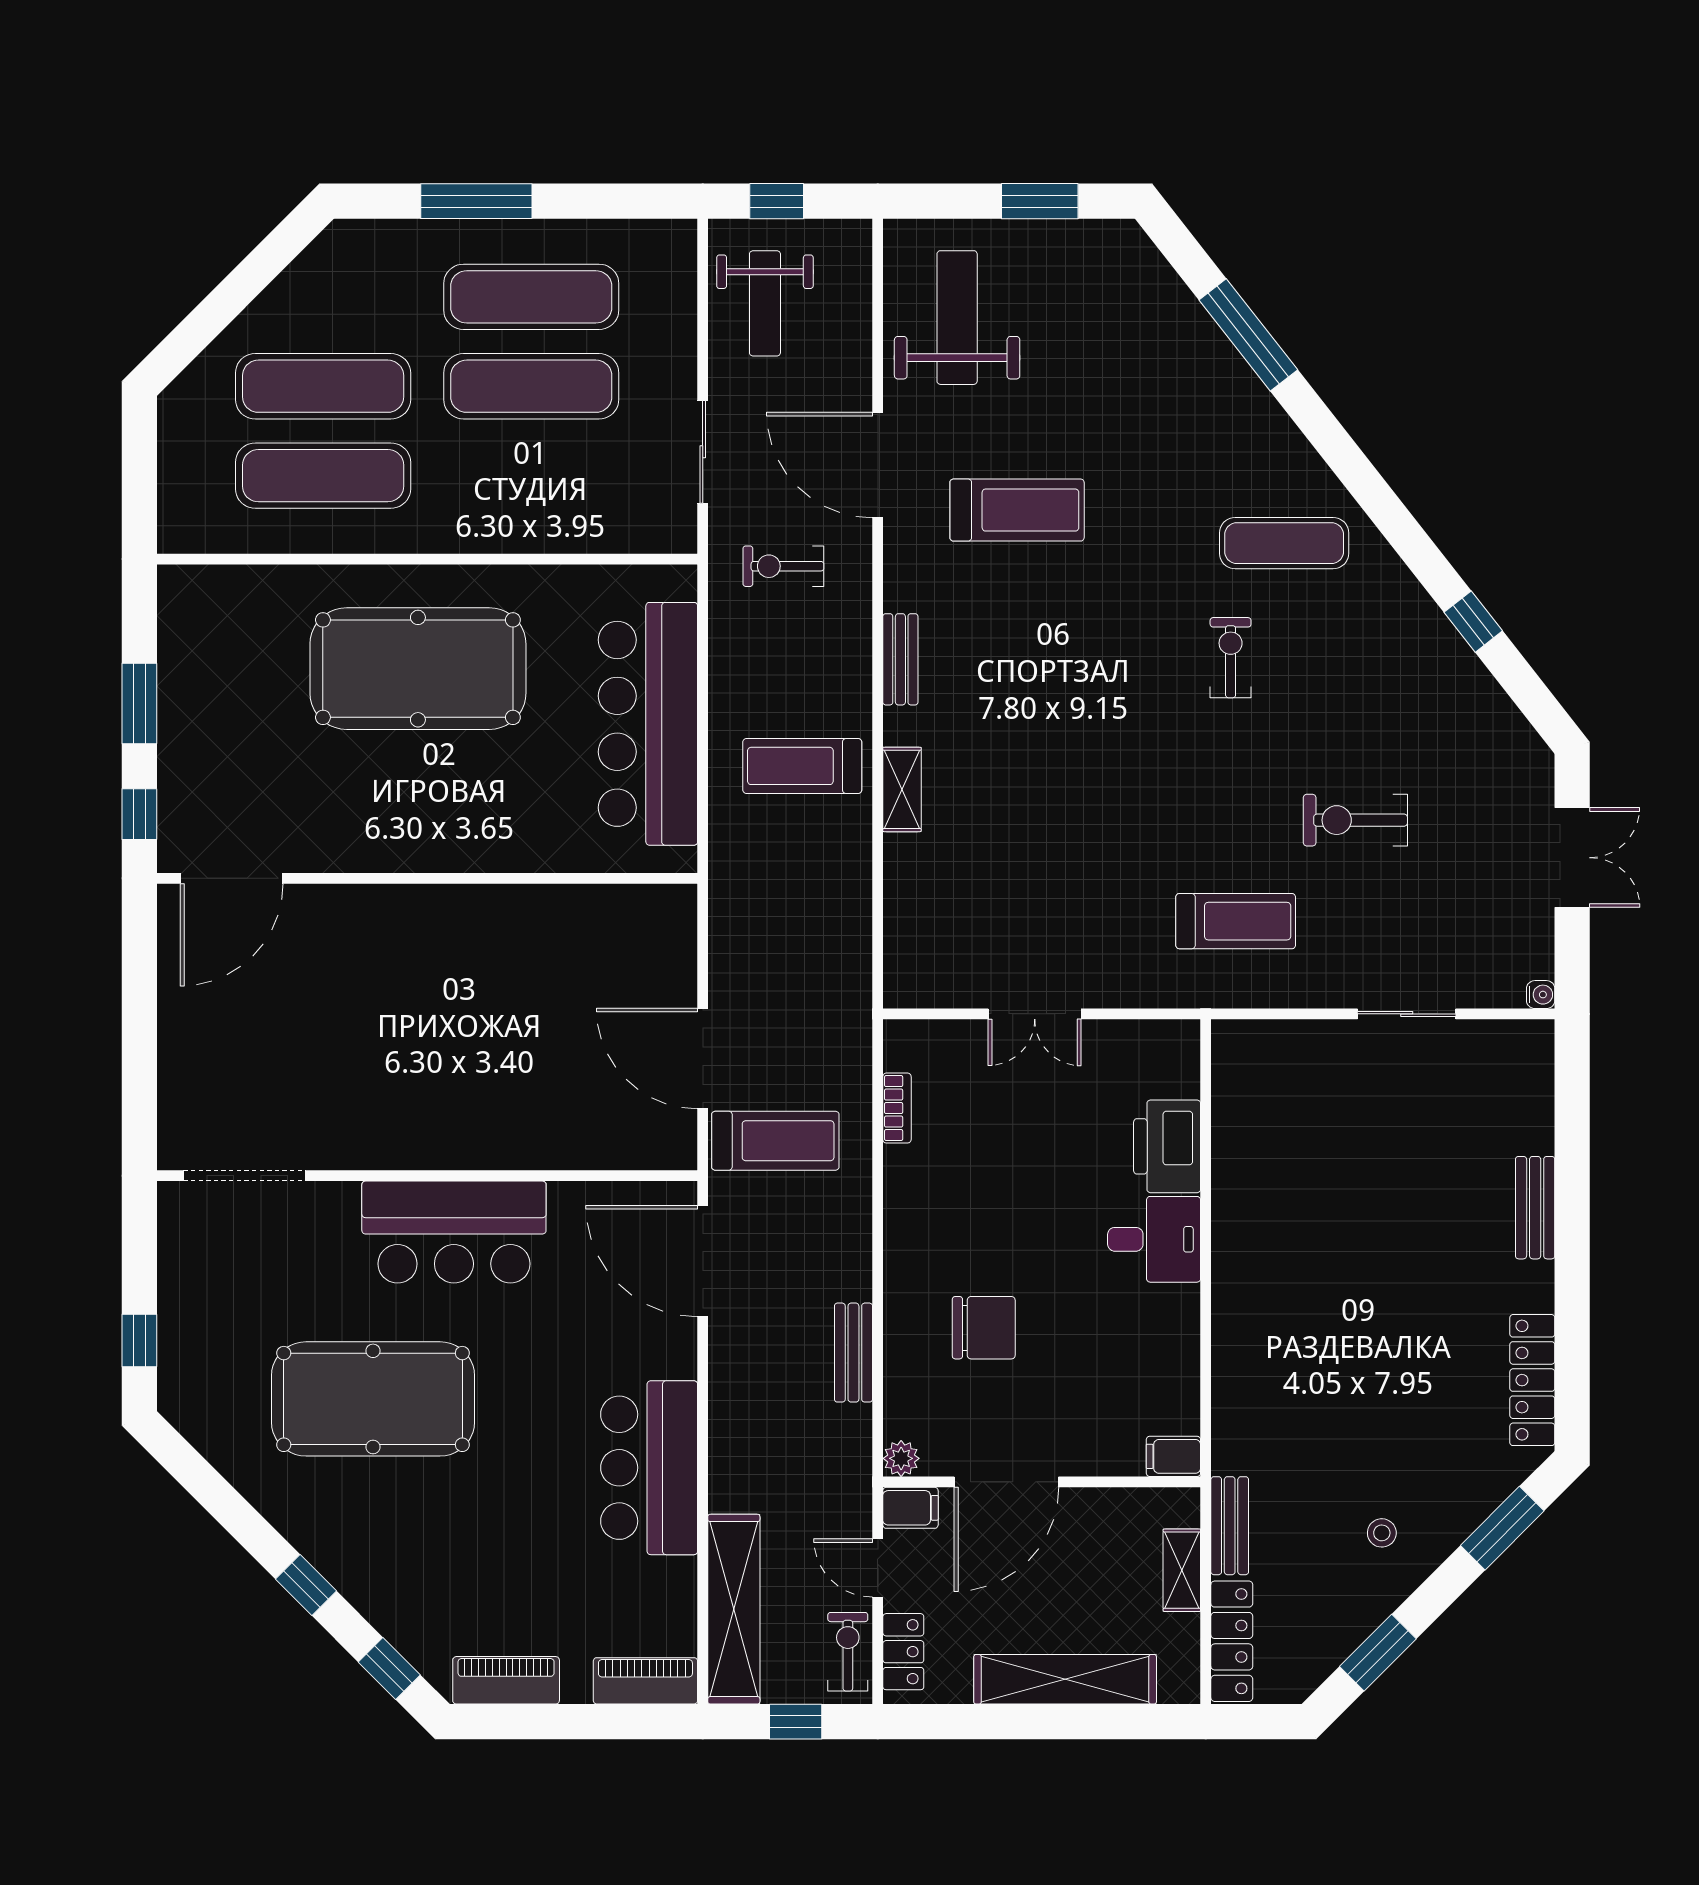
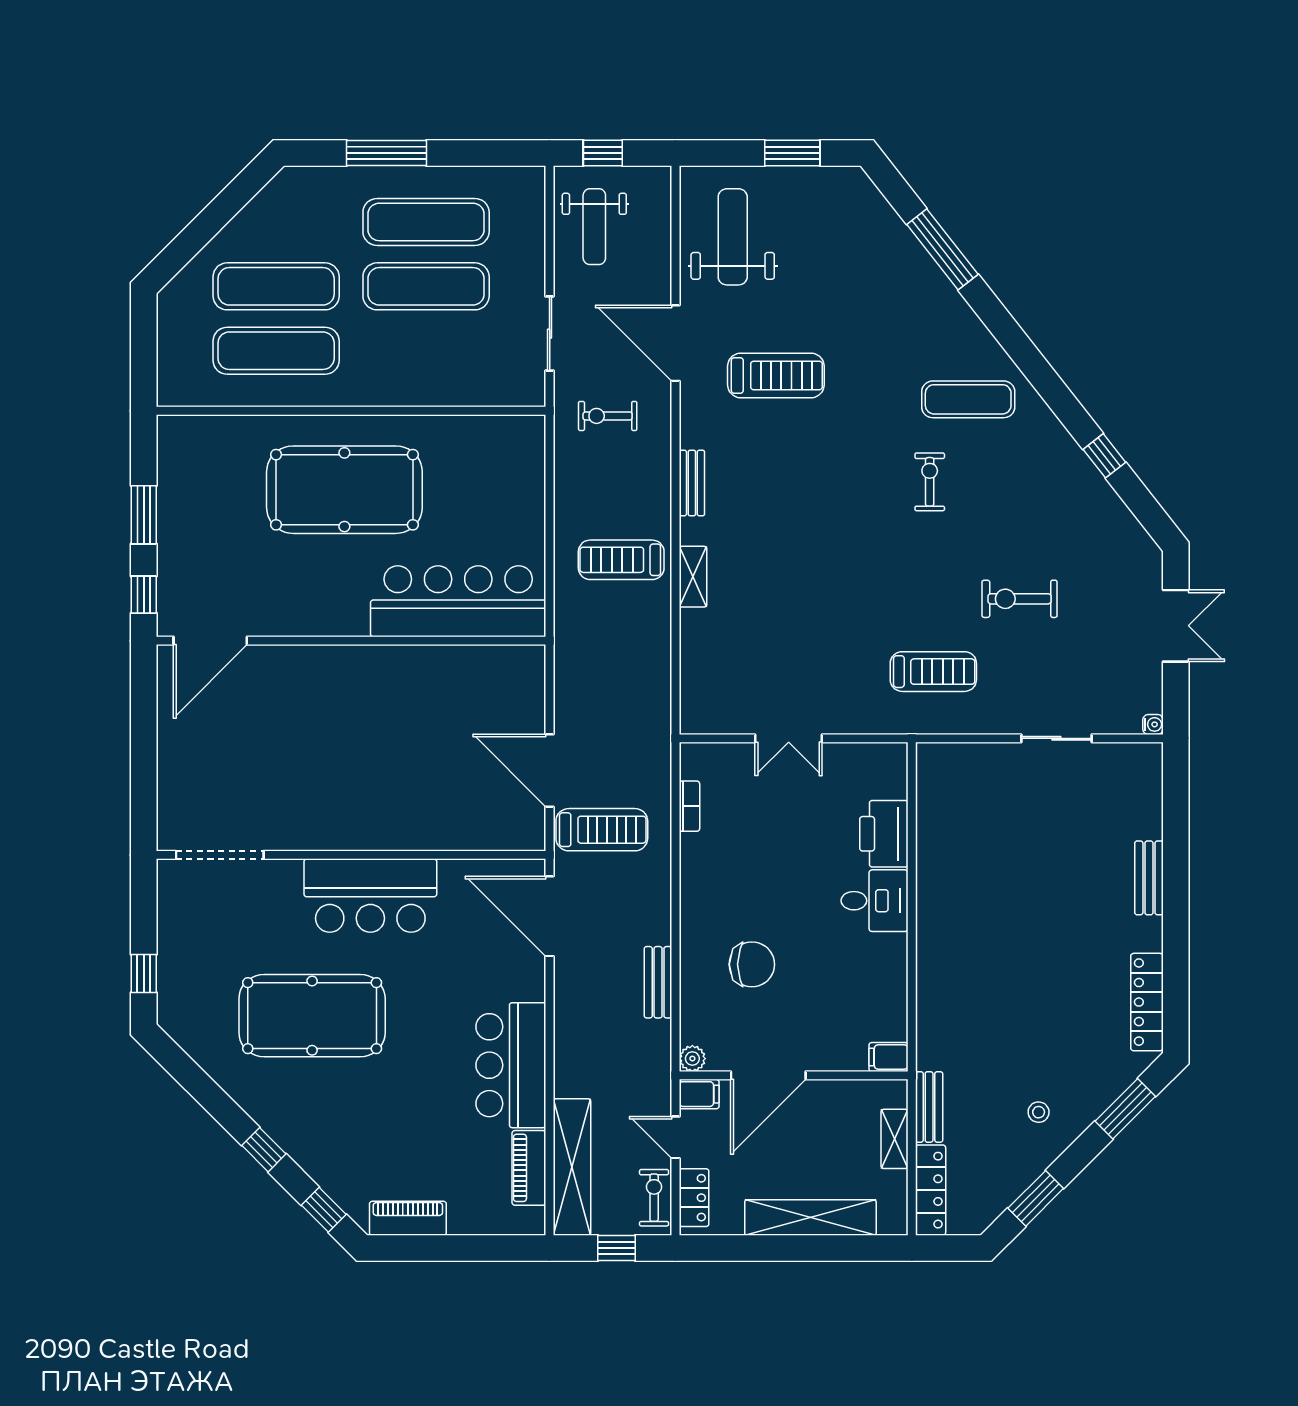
bar counter: (648, 724) -> (458, 601), moved, turned 90
piano: (645, 1681) -> (529, 1168), moved, turned -90

